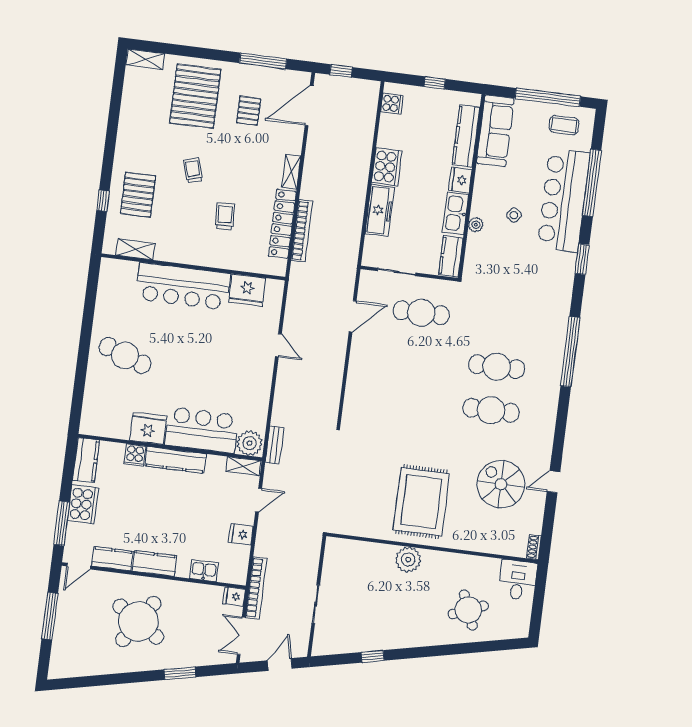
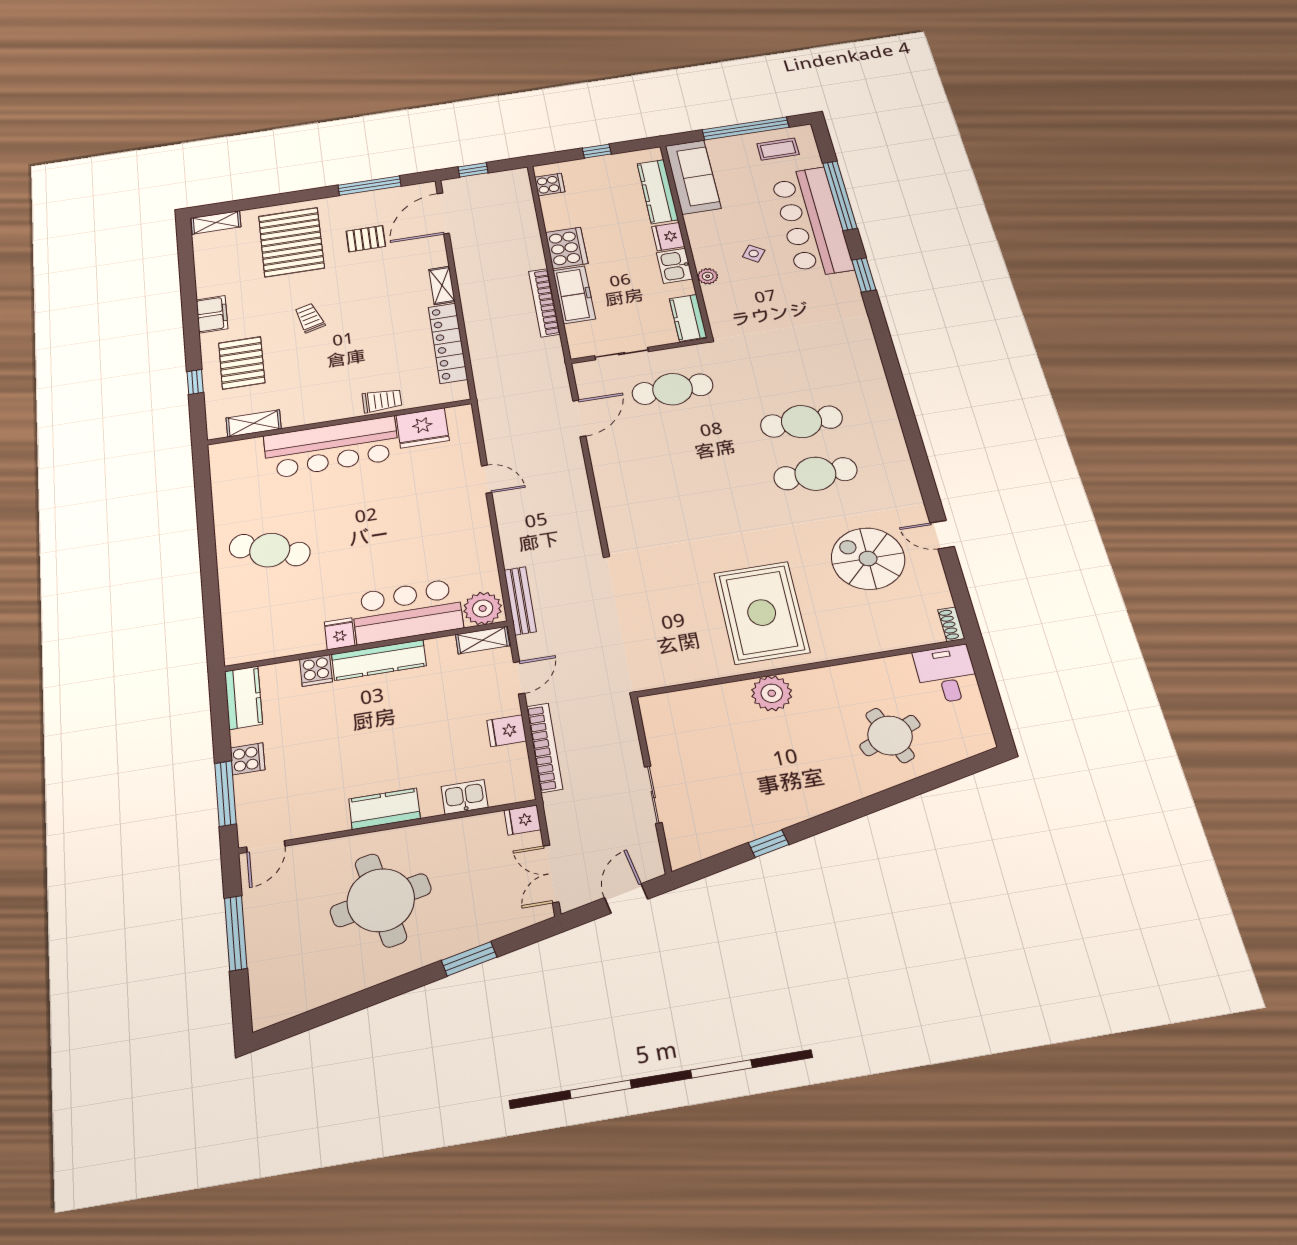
pallet: (249, 111) -> (366, 239), turned 90
filing cabinet: (126, 144) -> (212, 314), added
kitchen sink: (455, 213) -> (675, 266), width x0.73
trolley: (225, 216) -> (382, 401), moved, turned 93
bookcase: (302, 231) -> (544, 303), moved, turned 180
window: (570, 352) -> (895, 378), removed
fridge: (148, 428) -> (340, 634), width x0.53, depth x0.75
bench: (274, 445) -> (520, 601), width x1.36
door: (554, 482) -> (942, 535), hinge flipped
cooker: (83, 504) -> (248, 759), width x0.53, depth x0.76
kitchen counter: (112, 559) -> (317, 821), removed
bookcase: (256, 588) -> (545, 748), moved
round table: (138, 622) -> (381, 900), turned 45

